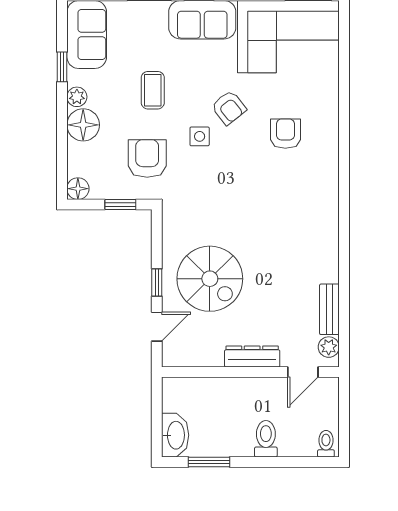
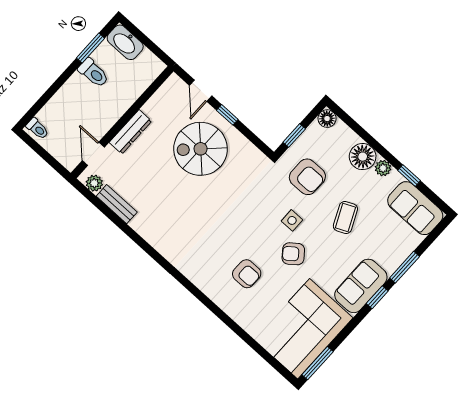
coffee table: (153, 90) -> (345, 217), turned 65
toilet: (266, 439) -> (93, 73), moved

